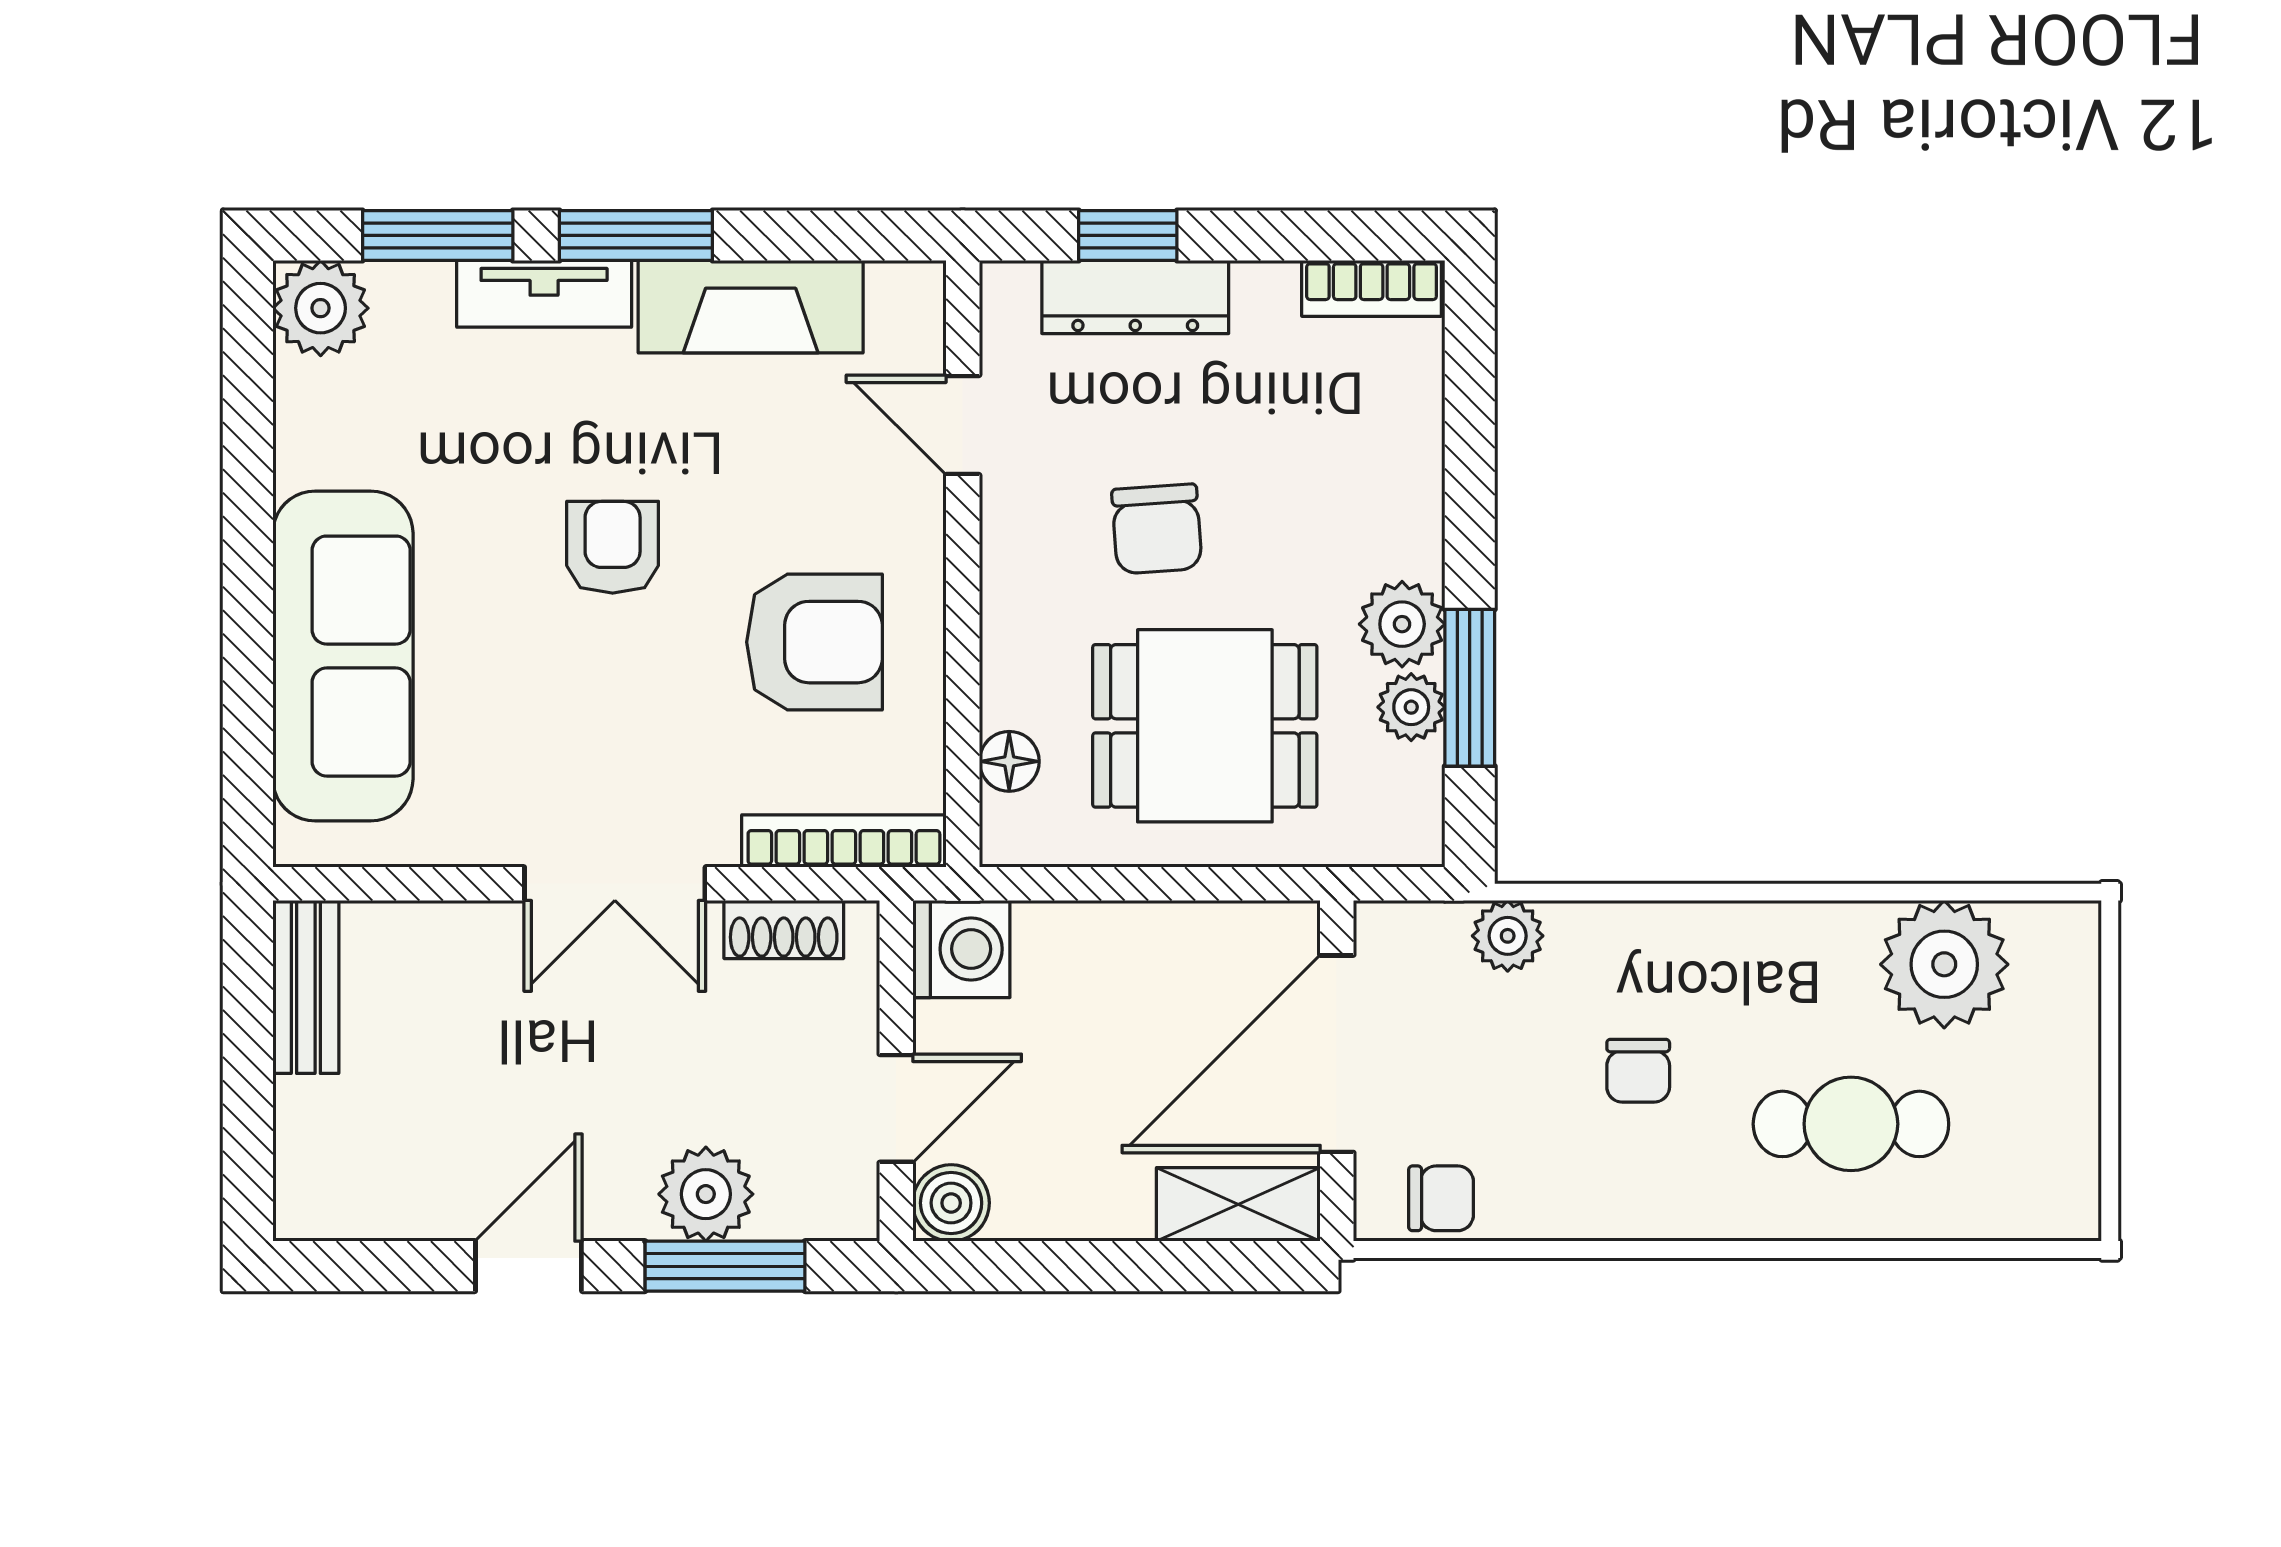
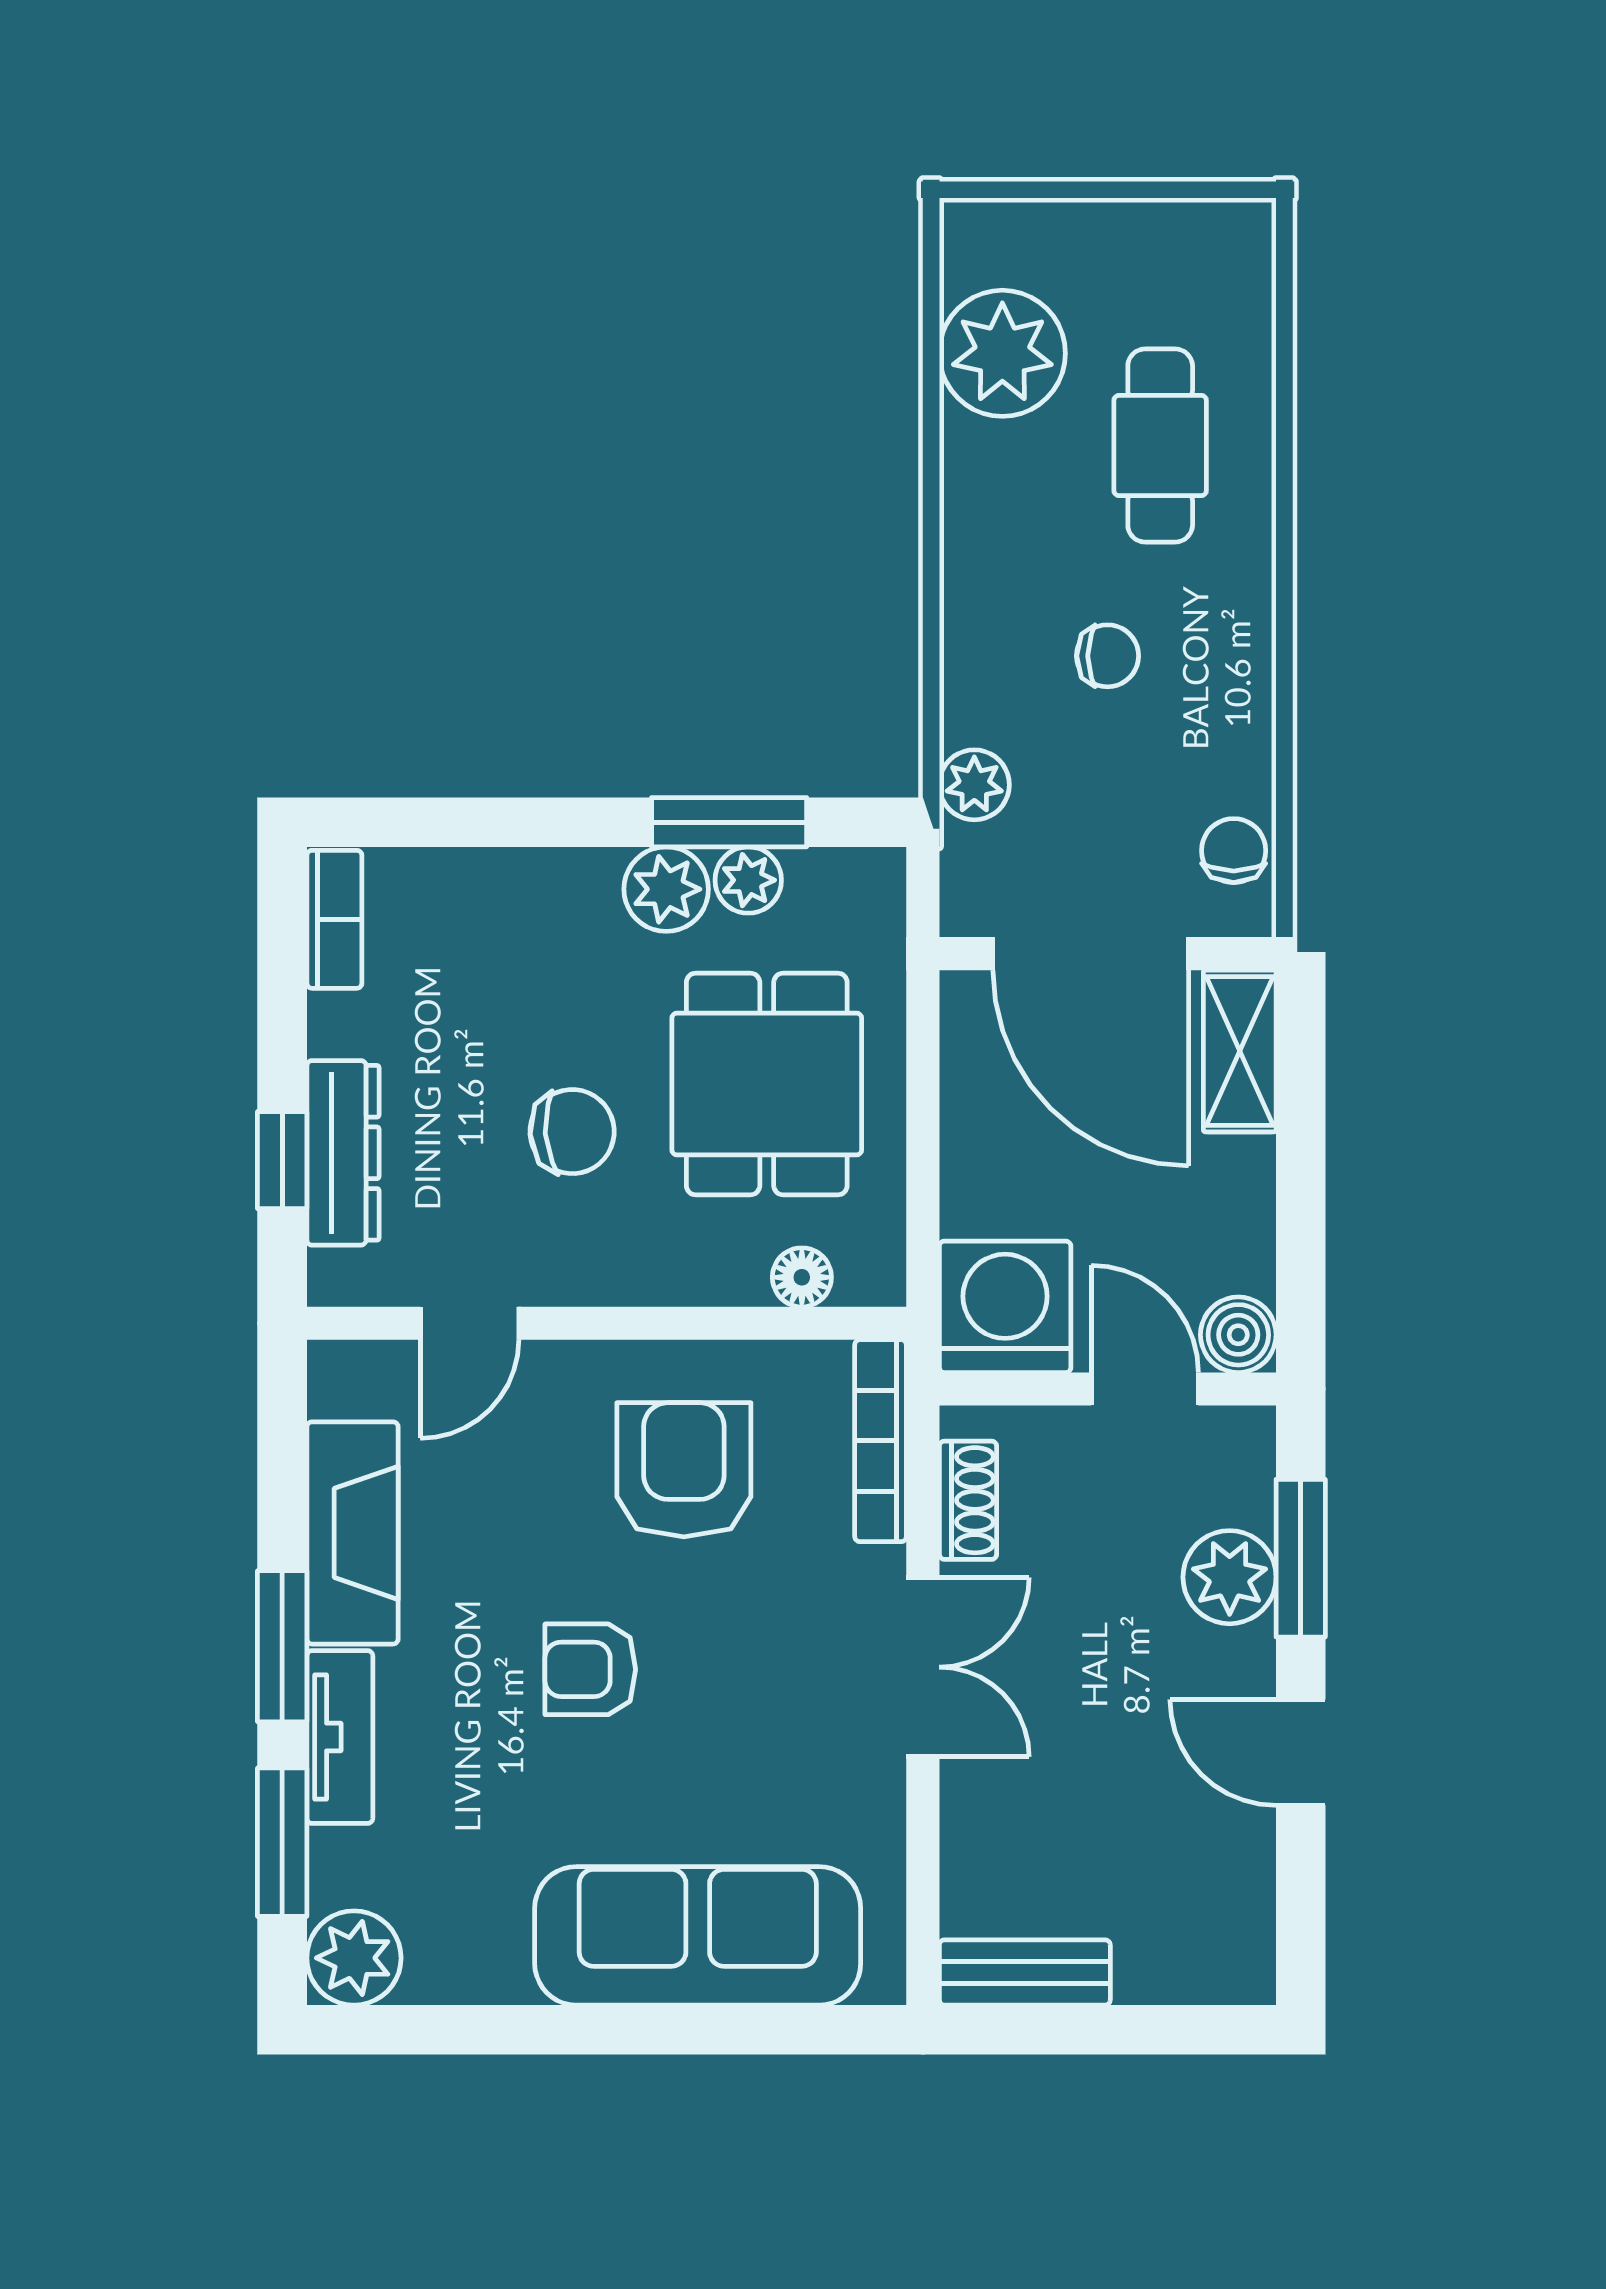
washing machine: (961, 949) -> (1005, 1307), width x1.37, depth x1.37

